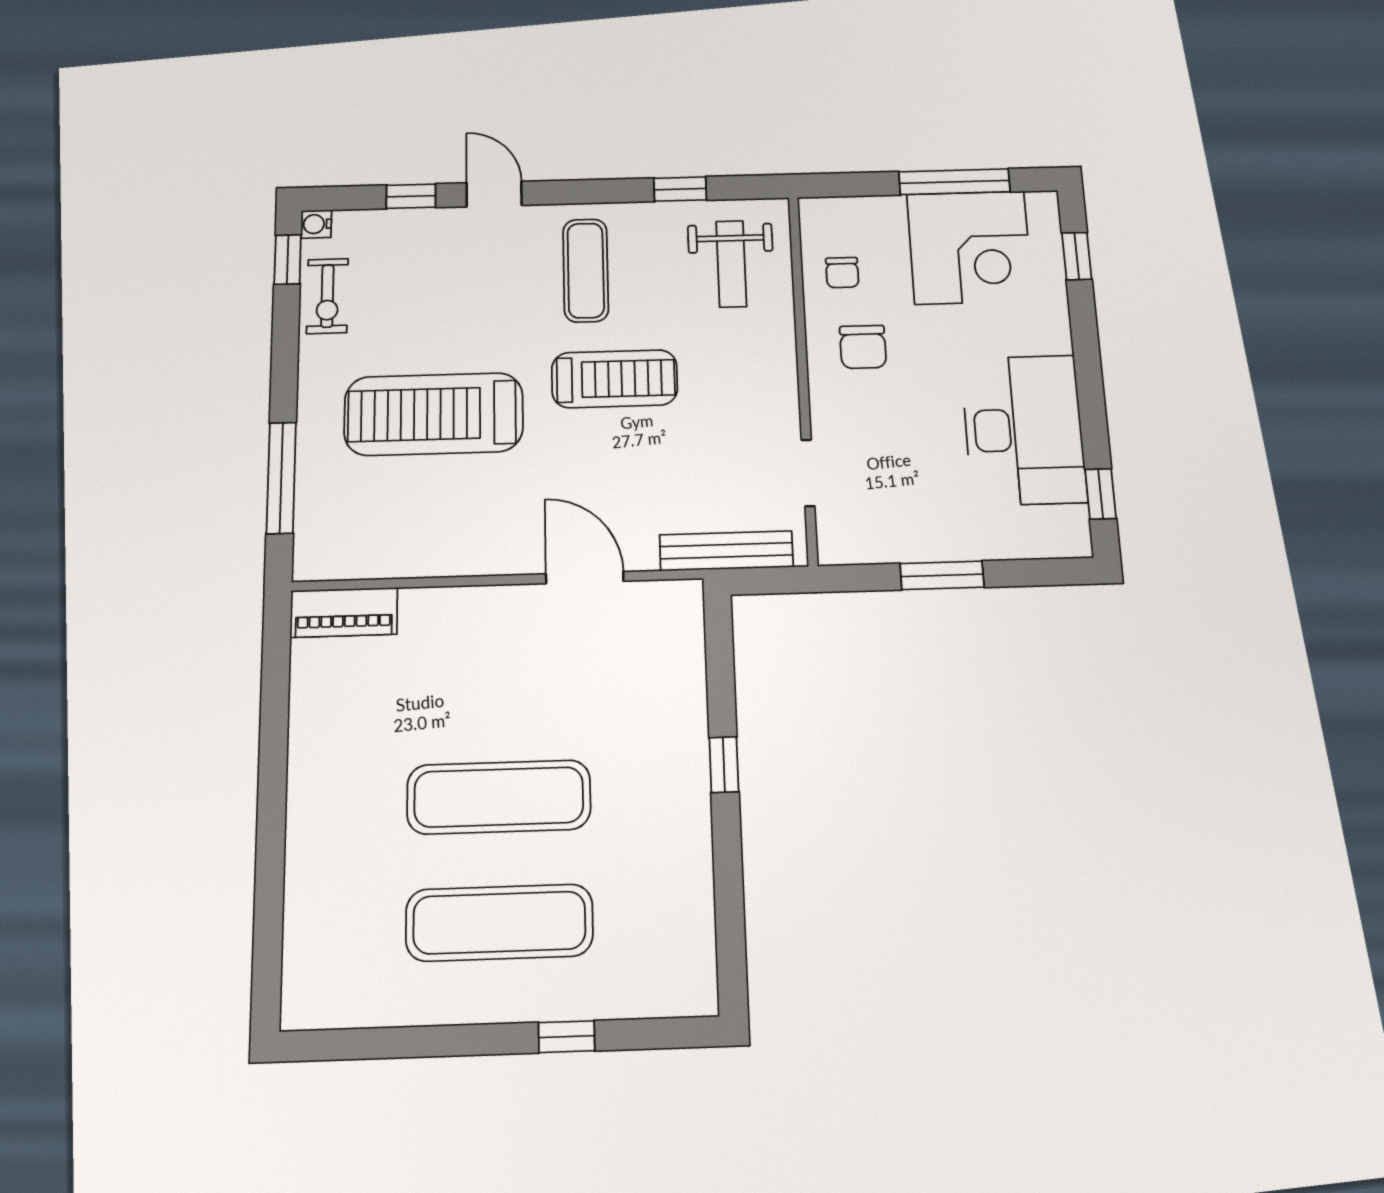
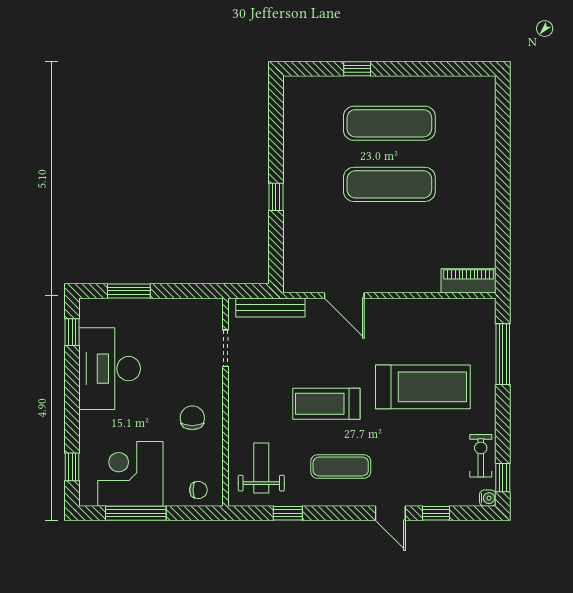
exercise mat: (586, 270) -> (341, 466), turned 90
chair: (842, 273) -> (198, 490), moved, turned 90
window: (942, 575) -> (129, 291), moved

